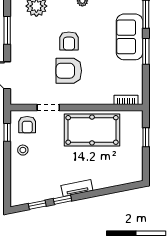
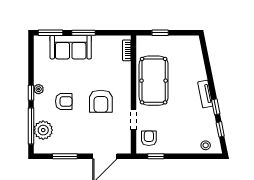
armchair: (69, 41) -> (64, 101), moved
armchair: (27, 125) -> (149, 138), turned -90
stool: (23, 150) -> (206, 145), moved

